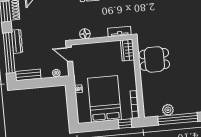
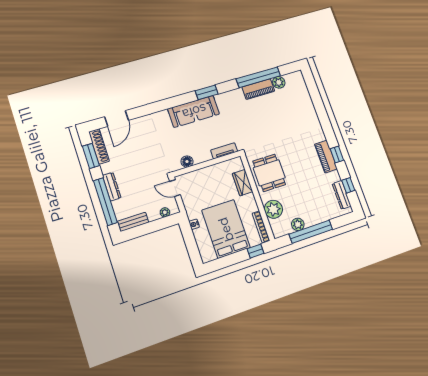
wardrobe: (127, 50) -> (242, 183), moved
dining table: (154, 59) -> (269, 173), turned 90
plant: (150, 92) -> (273, 209), added

